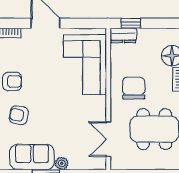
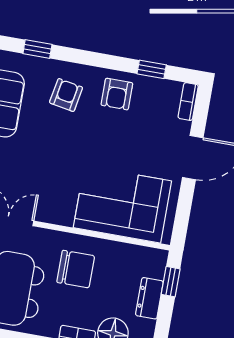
dresser: (123, 35) -> (149, 298), moved

